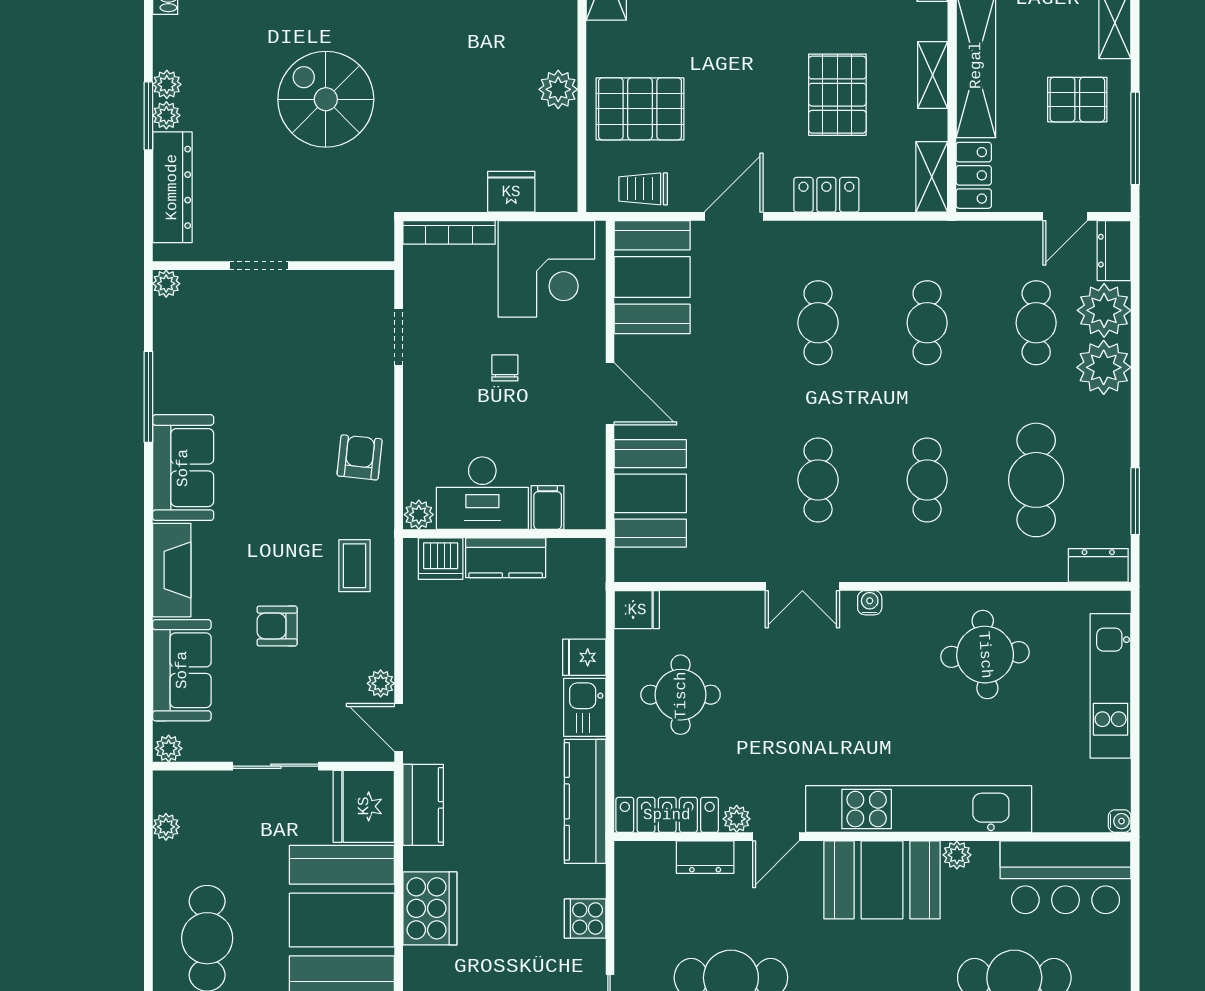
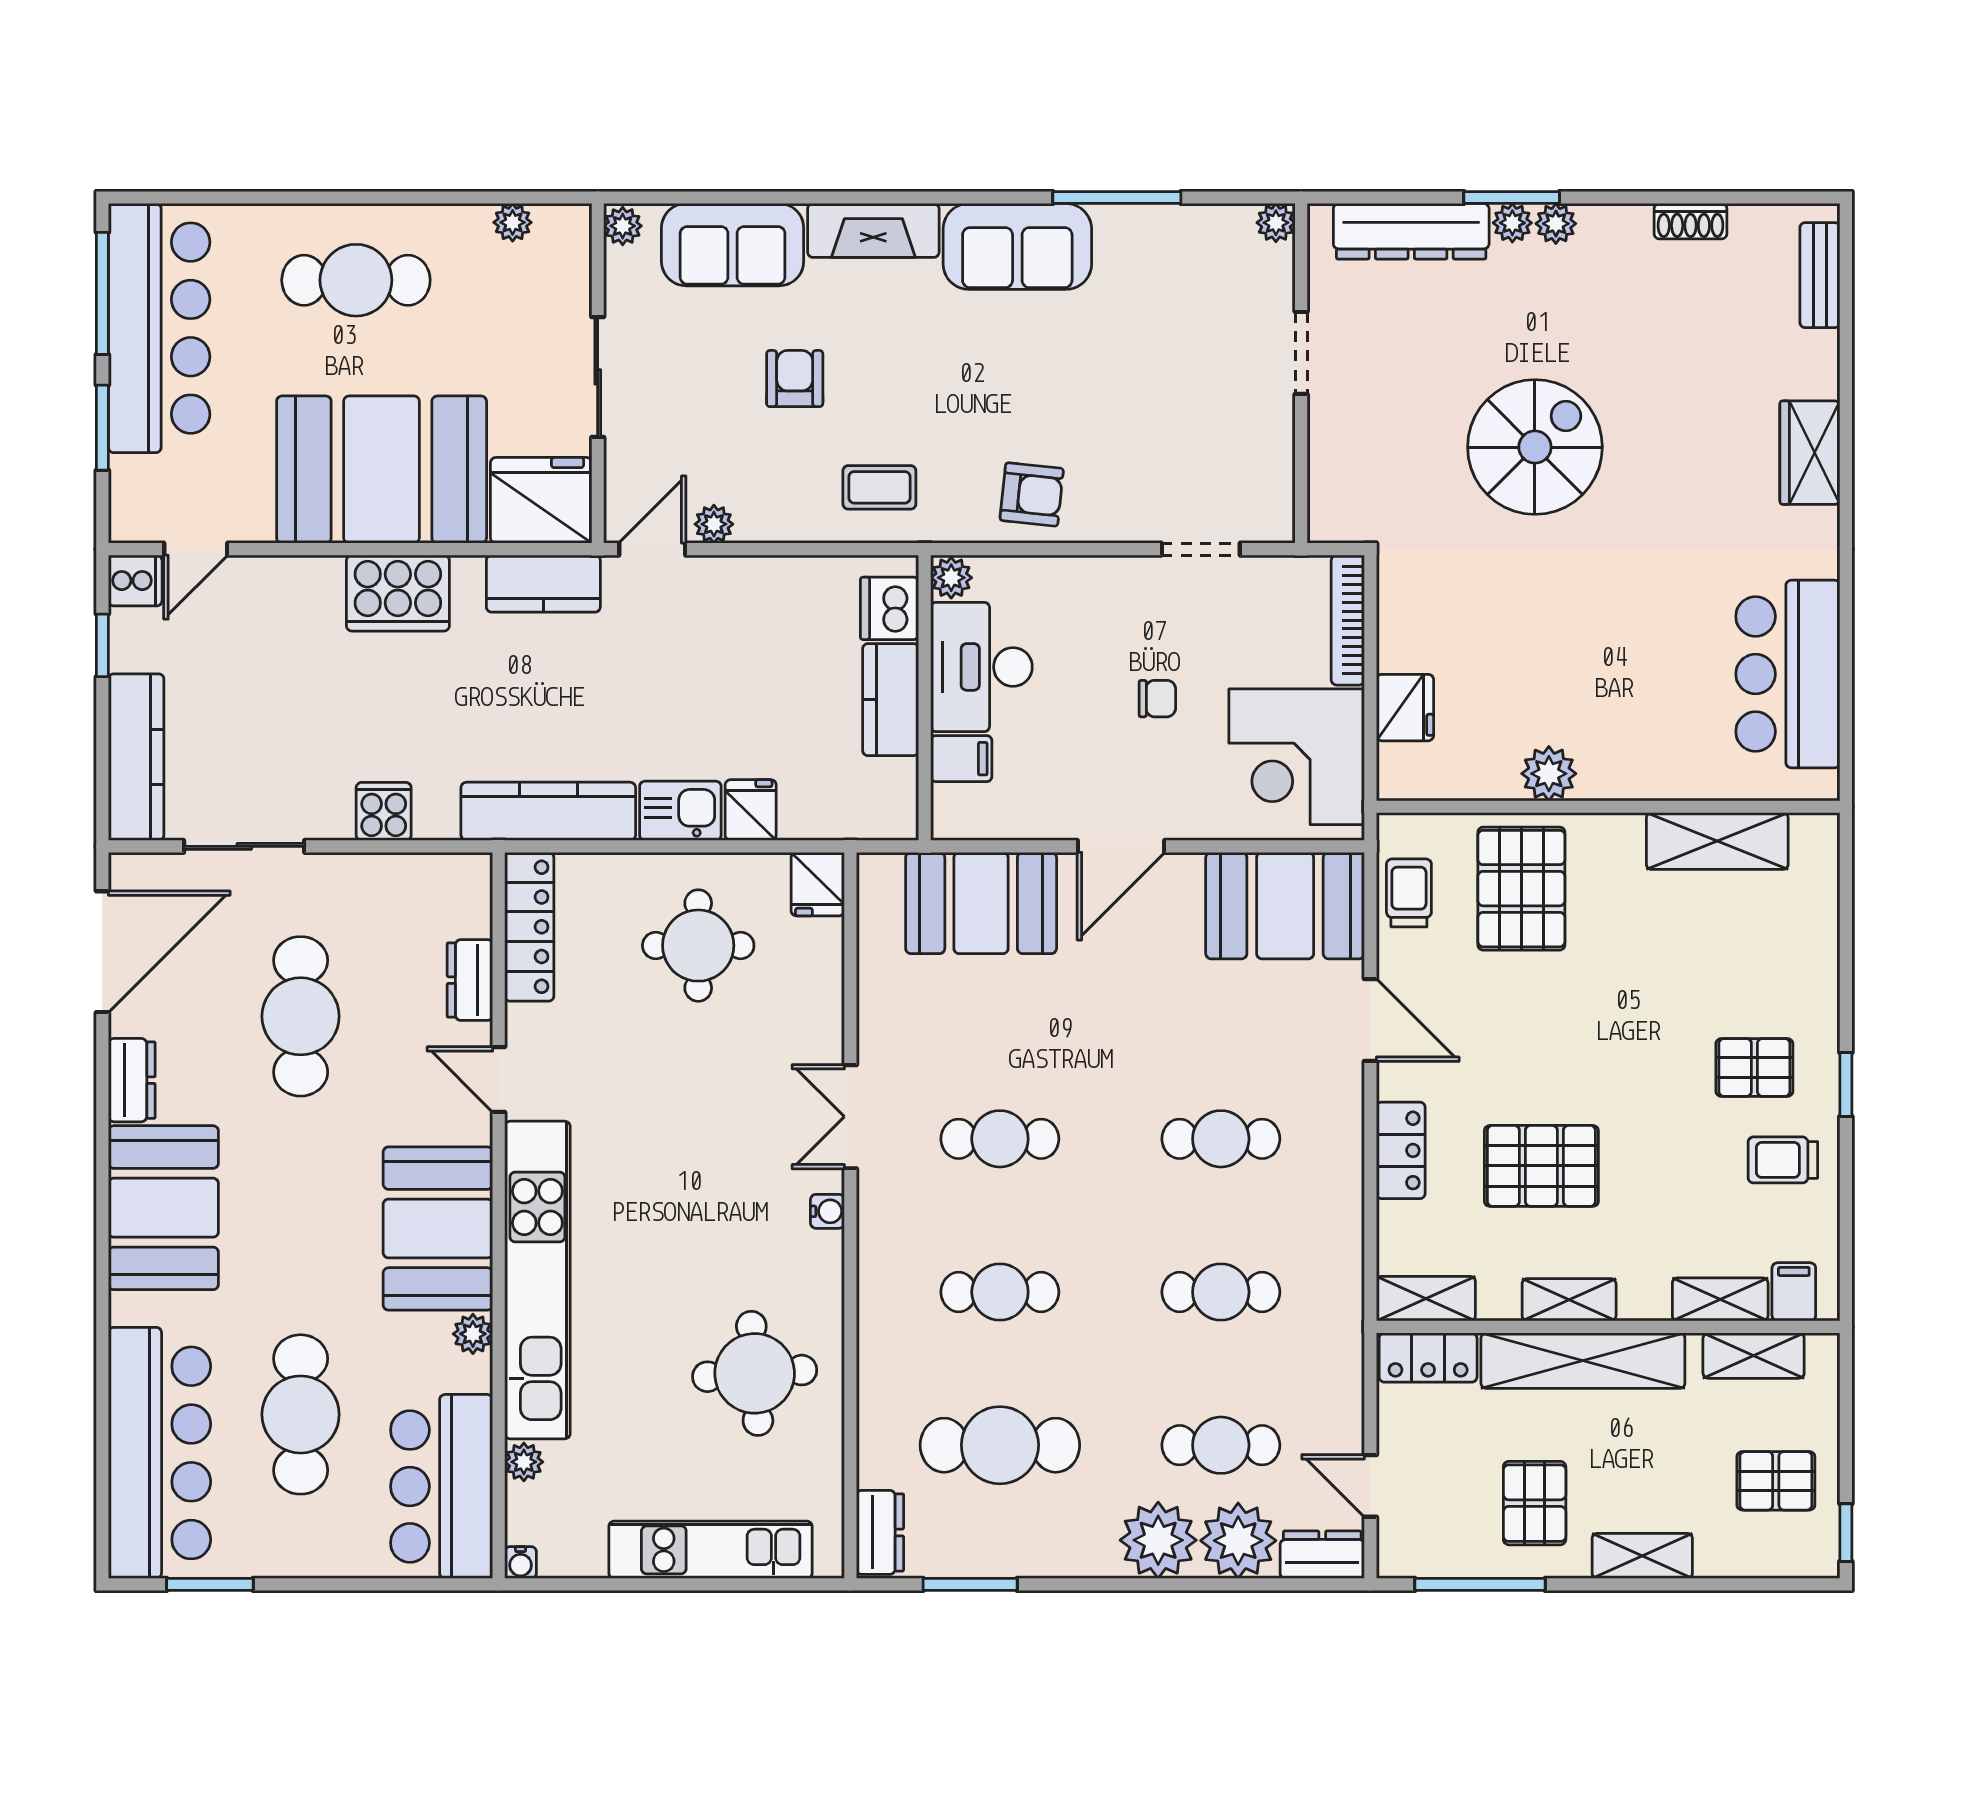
plant: (737, 819) -> (524, 1462), moved

